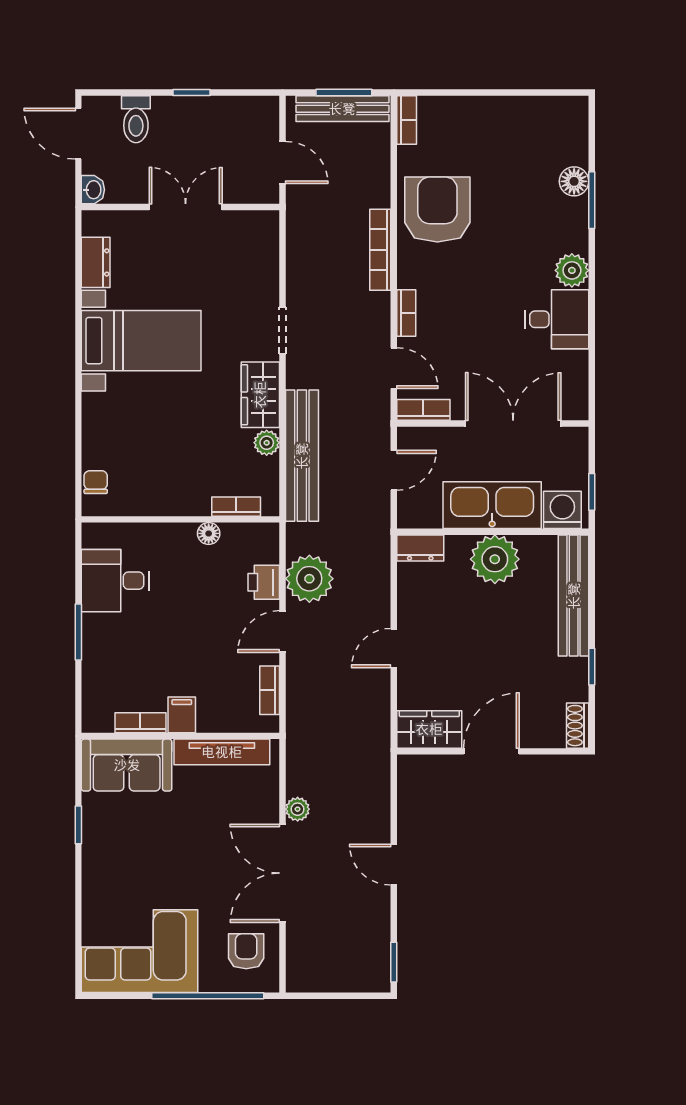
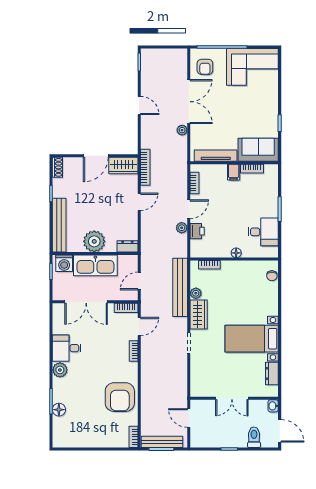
bookcase: (380, 250) -> (145, 167), moved
door: (394, 368) -> (139, 326), swing flipped
floor lamp: (209, 533) -> (236, 253), moved
plant: (309, 579) -> (182, 228), width x0.53, depth x0.53

